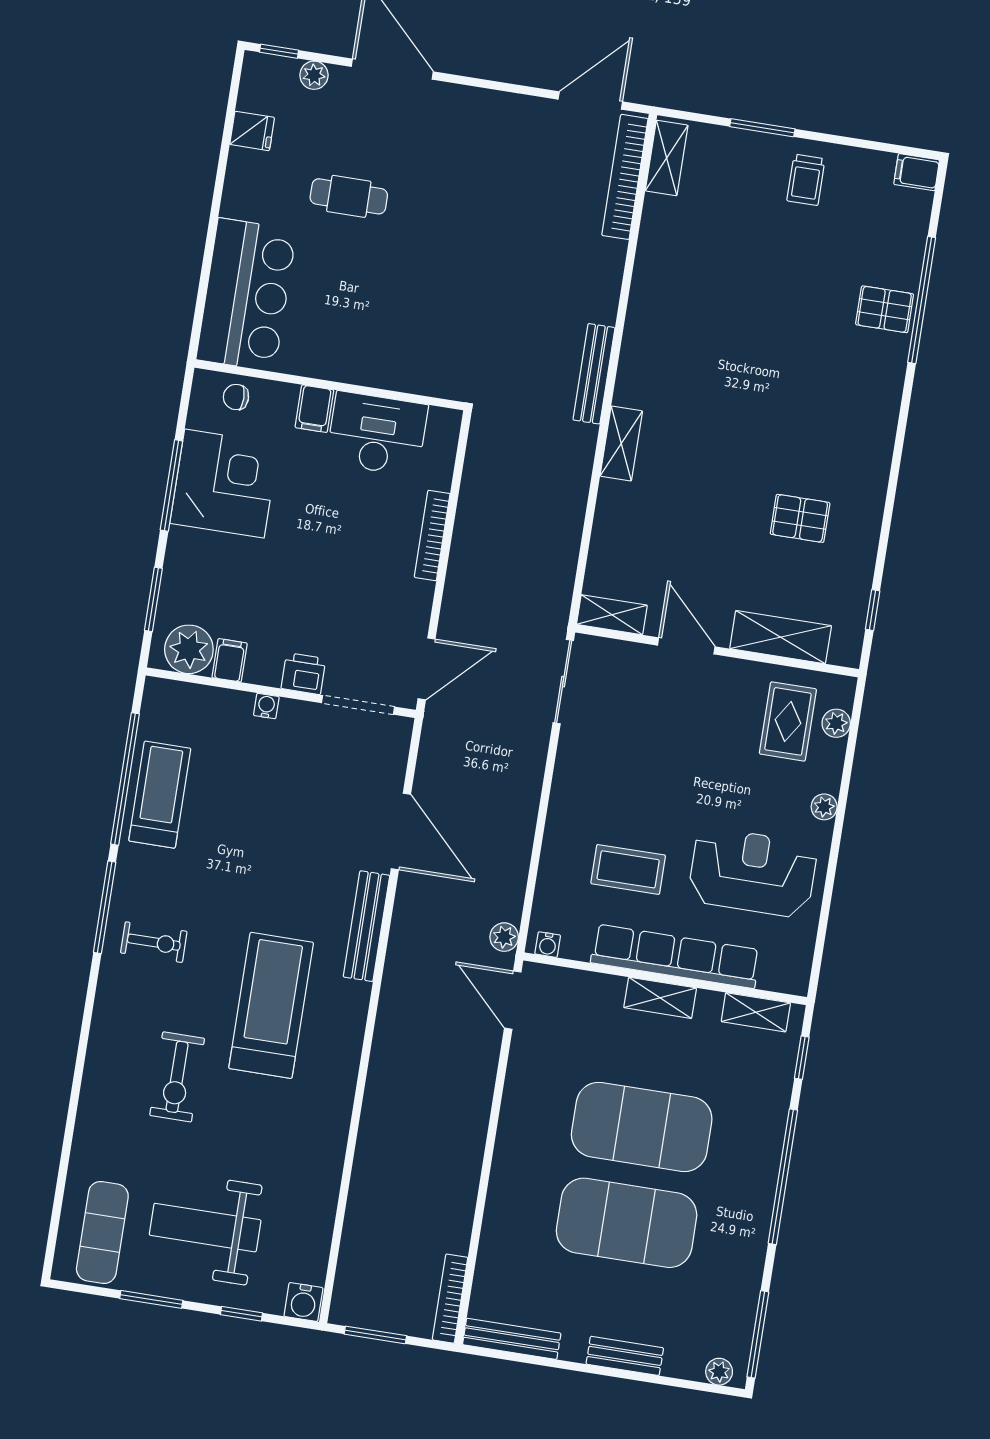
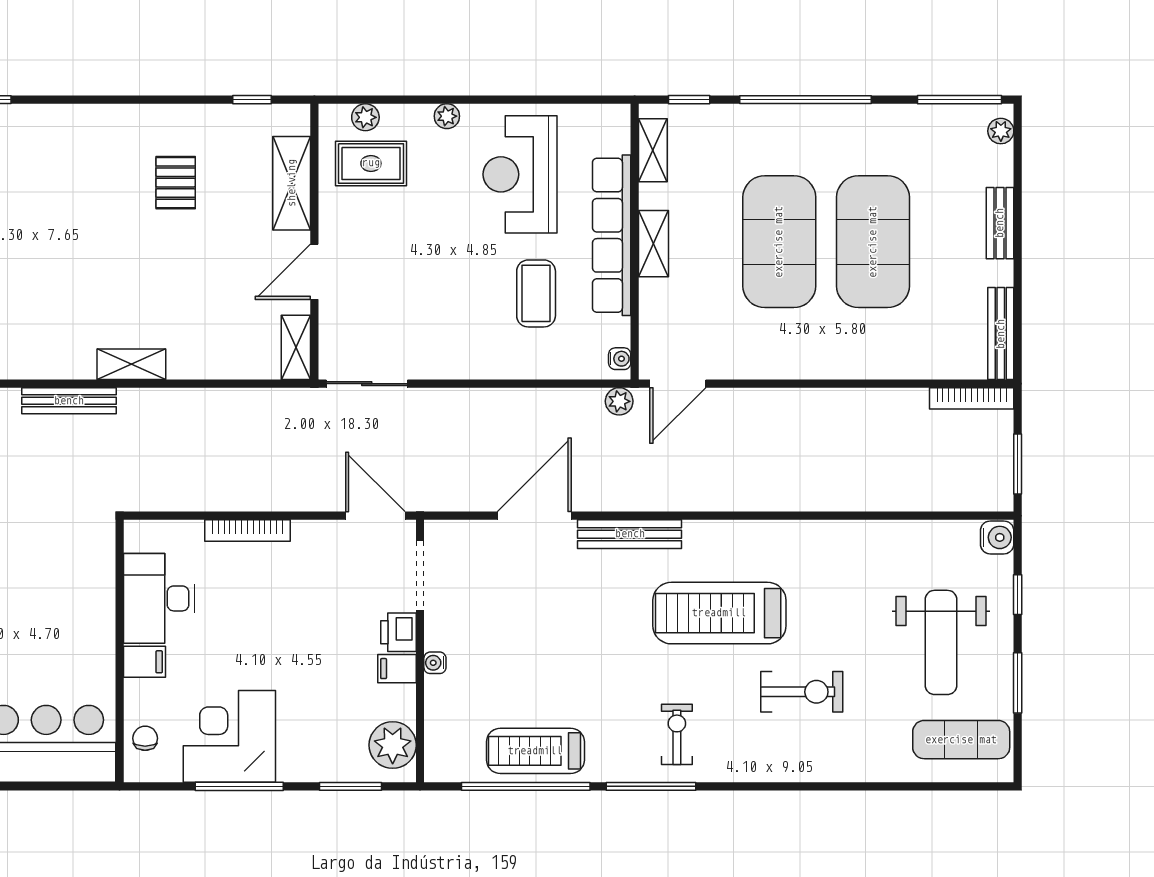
chair: (236, 397) -> (145, 738), turned 180
filing cabinet: (230, 660) -> (397, 669), moved

